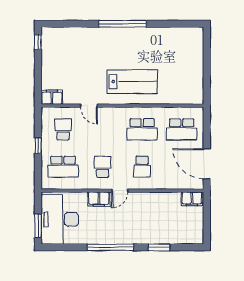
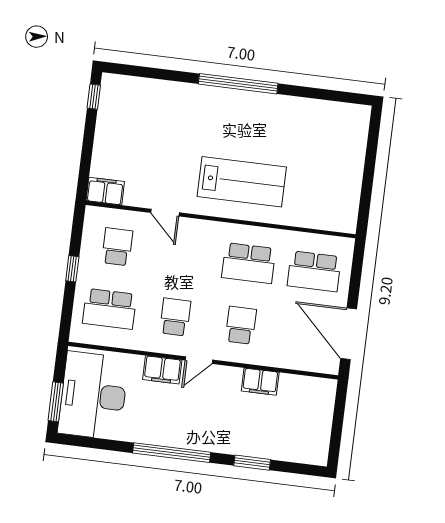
school desk: (142, 167) -> (241, 325), turned 180
filing cabinet: (192, 199) -> (260, 382), moved

